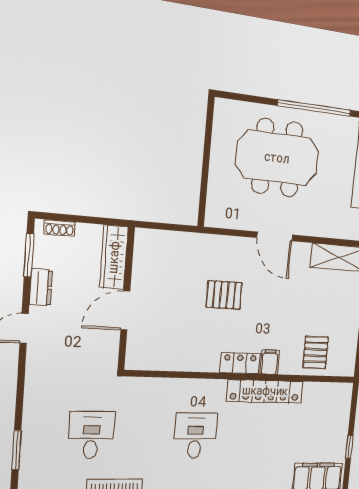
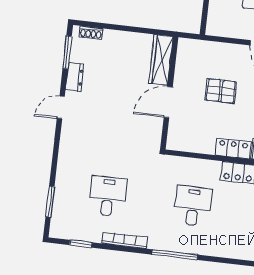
wardrobe: (114, 257) -> (161, 60), moved
wall: (126, 299) -> (169, 93), moved
door: (125, 311) -> (168, 102), moved

